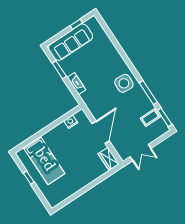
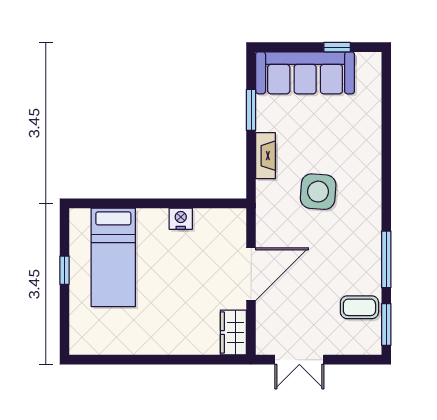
side table: (124, 83) -> (318, 192), moved
nightstand: (71, 122) -> (181, 219), moved

